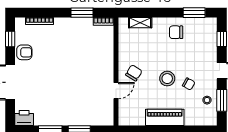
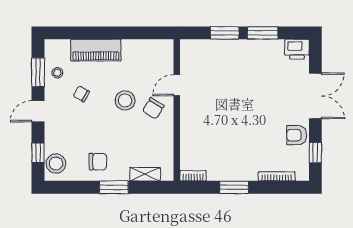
window: (82, 13) -> (234, 187), moved
window: (194, 13) -> (114, 187), moved
stool: (208, 31) -> (56, 163), added
stool: (167, 79) -> (125, 100), moved
piano: (165, 117) -> (96, 50), moved

